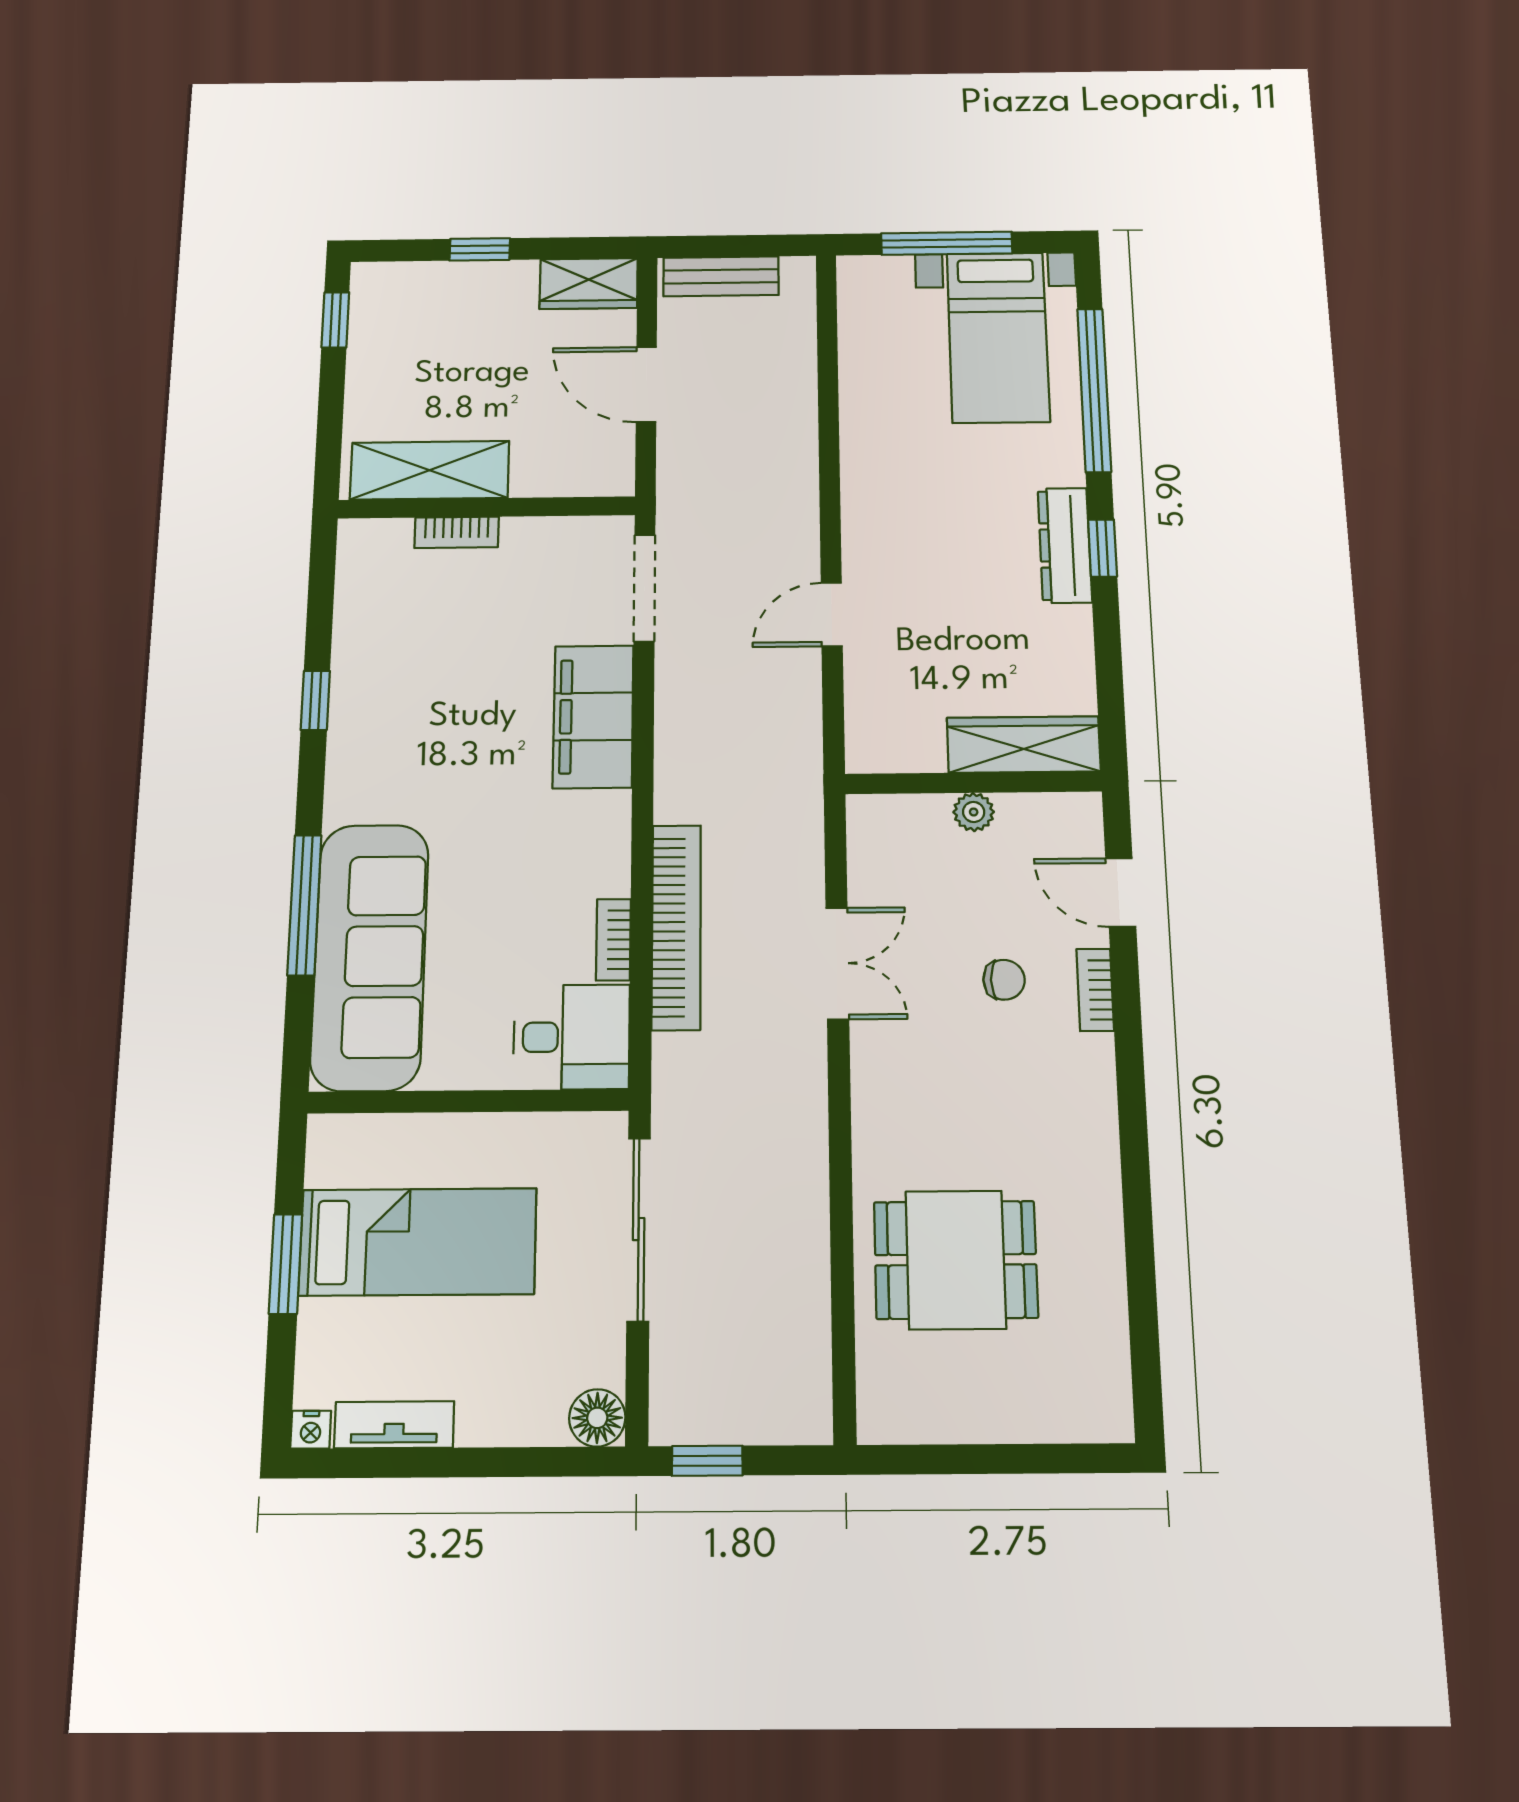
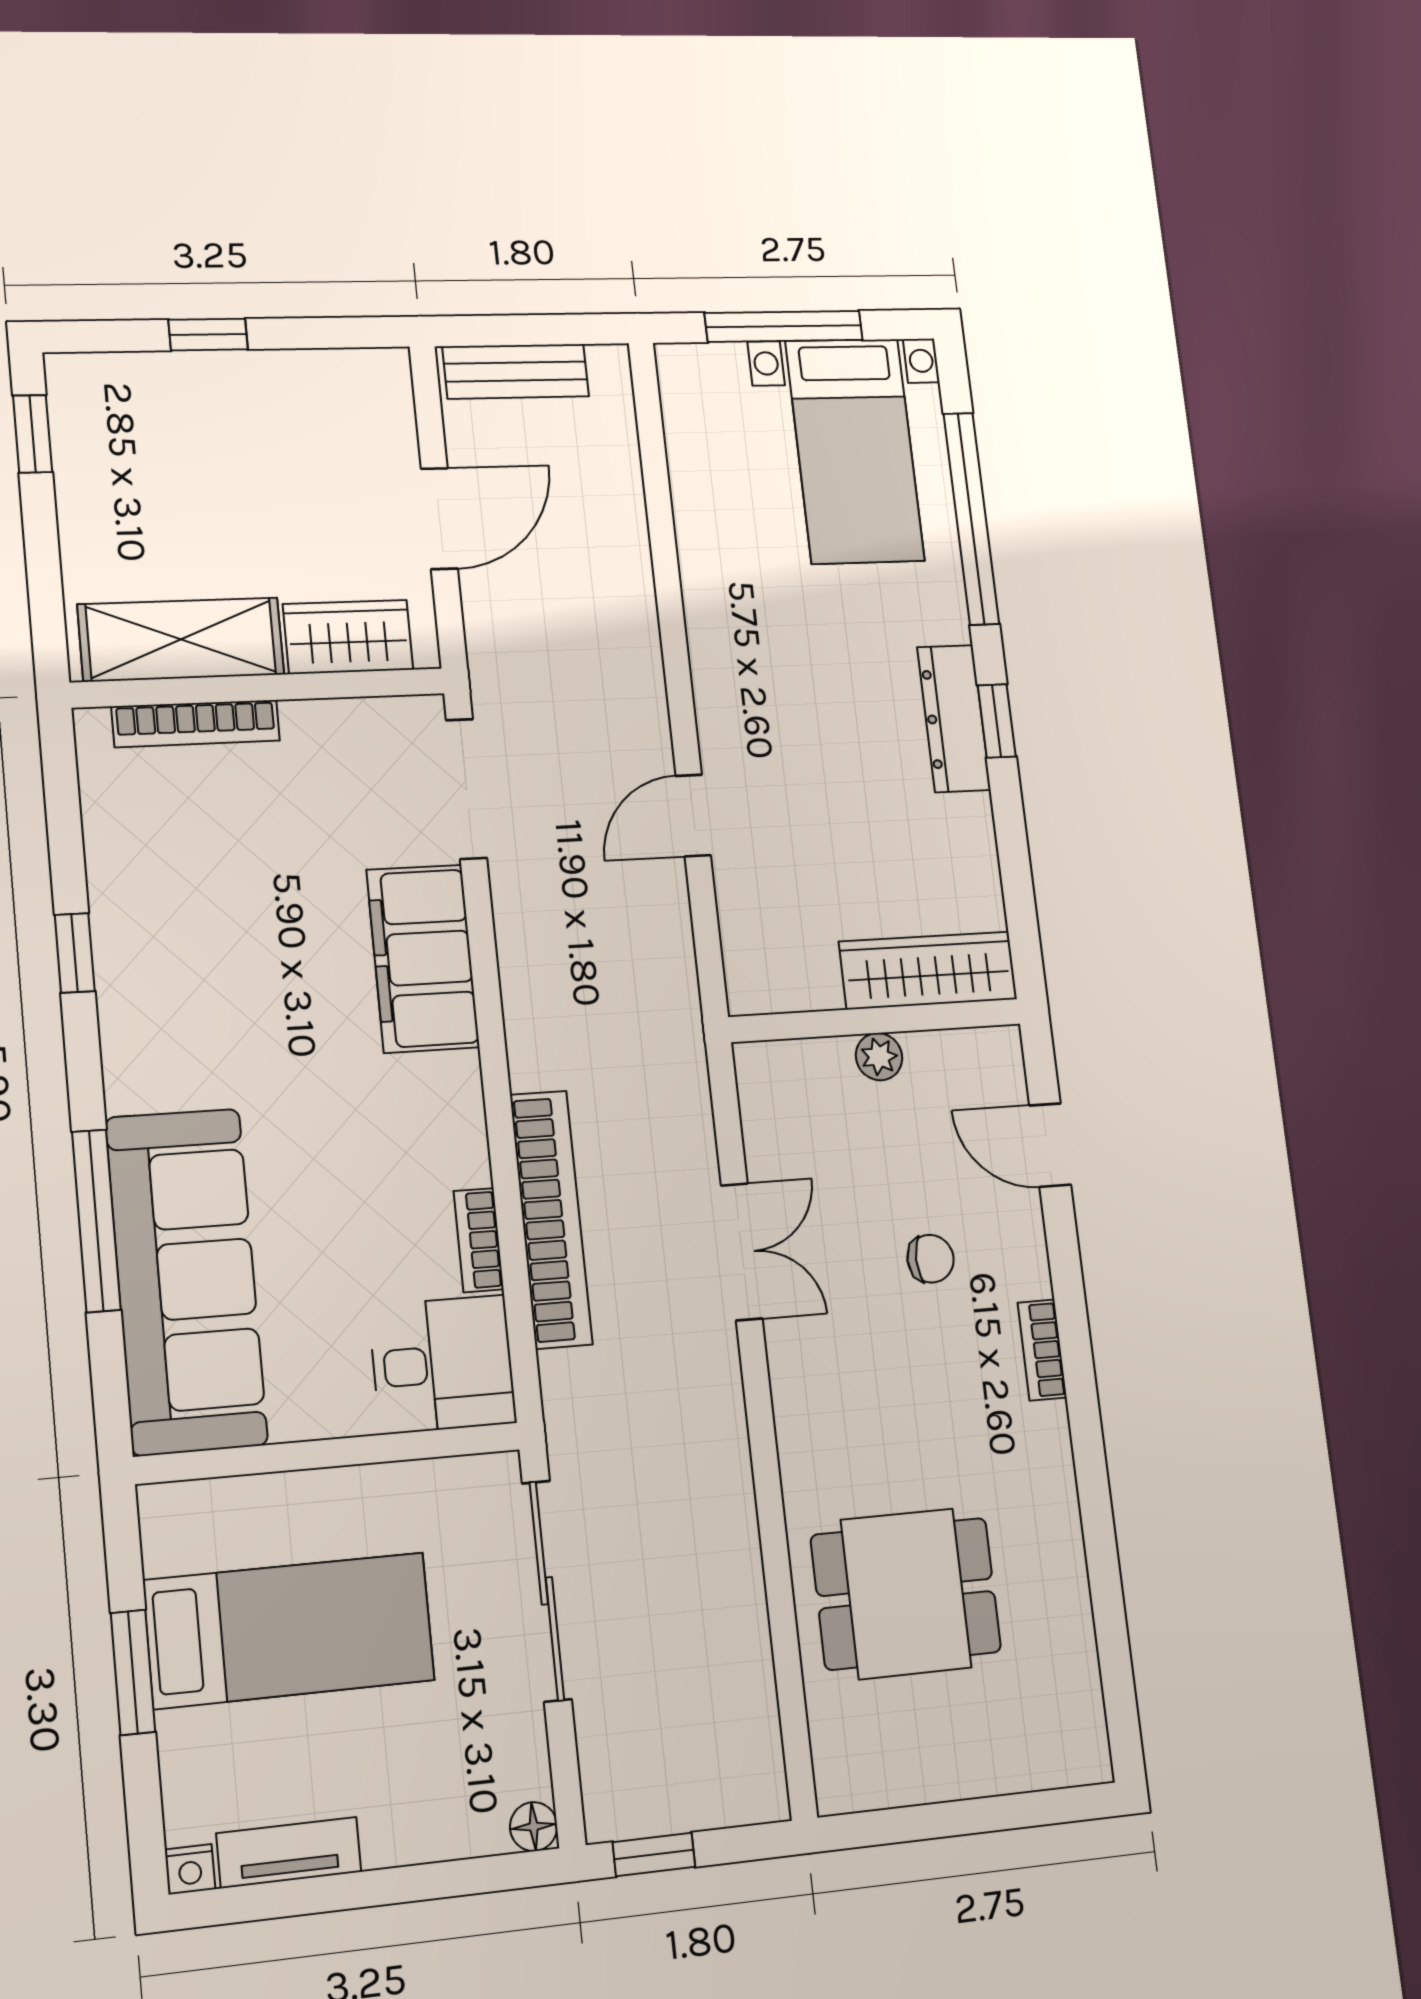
wardrobe: (589, 284) -> (348, 637), moved, turned 180
door: (646, 384) -> (439, 519), swing flipped
bookcase: (457, 532) -> (196, 724), width x1.56
bookcase: (1095, 990) -> (1042, 1350), moved
floor lamp: (597, 1418) -> (534, 1827), width x0.73, depth x0.73

